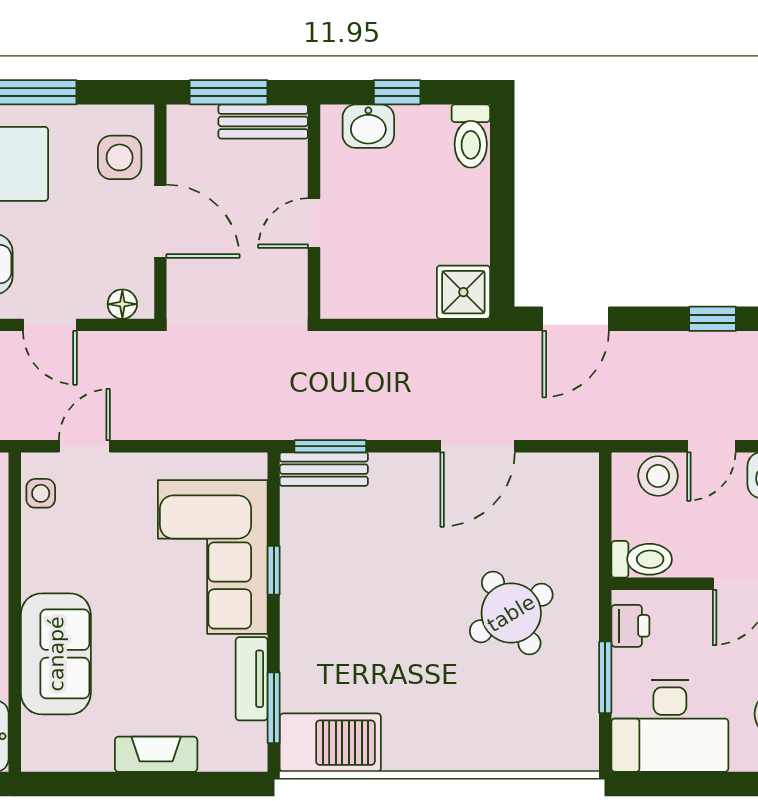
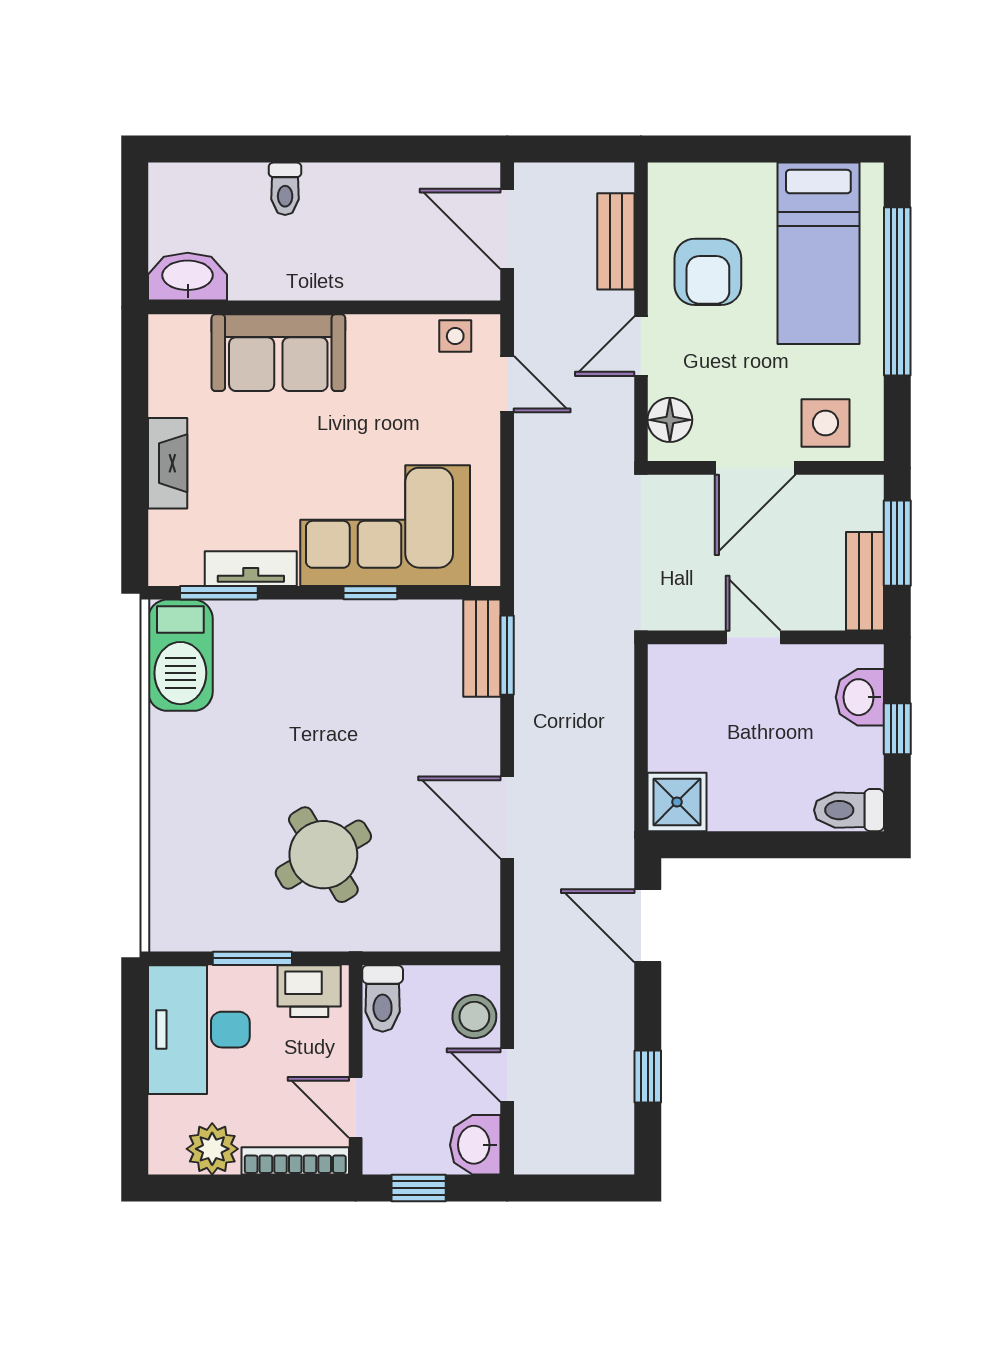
floor lamp: (122, 304) -> (670, 420), width x1.37, depth x1.37
printer: (630, 626) -> (309, 991), width x1.36, depth x1.24

